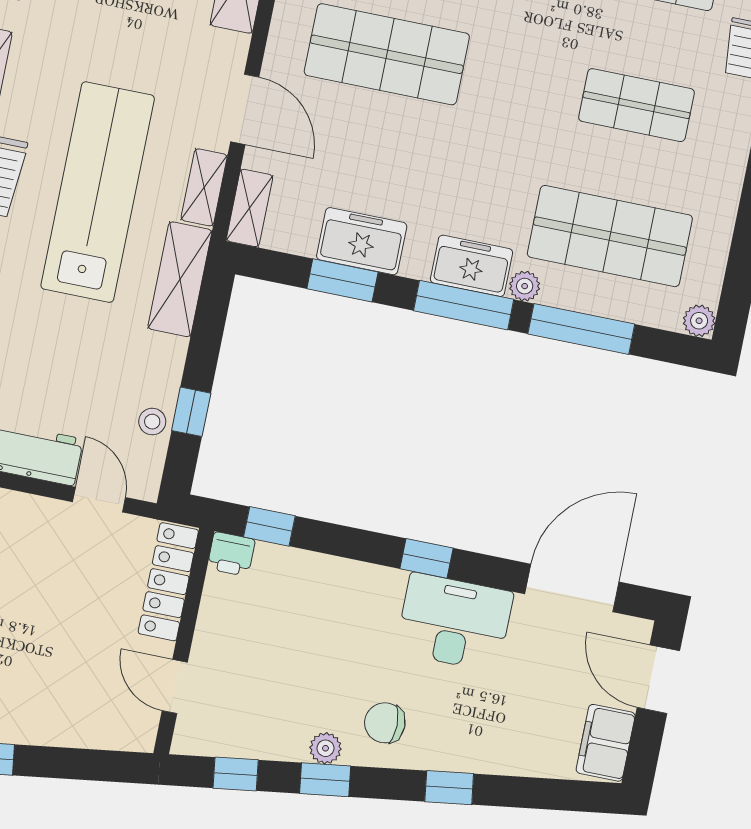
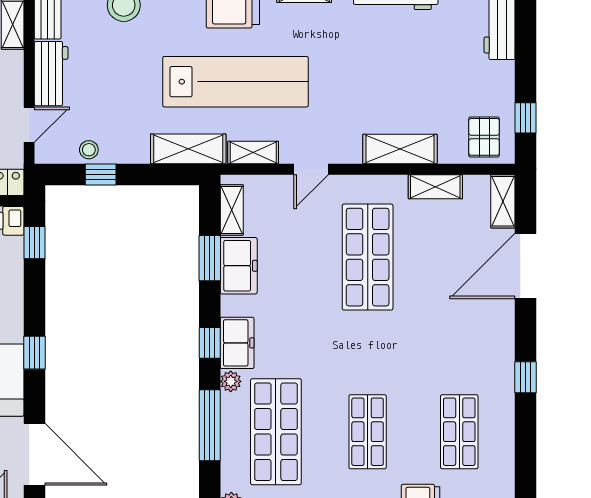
door: (245, 109) -> (311, 169), width x0.73
shelving: (250, 208) -> (232, 210), moved, turned 90
window: (464, 305) -> (210, 343), width x0.46

